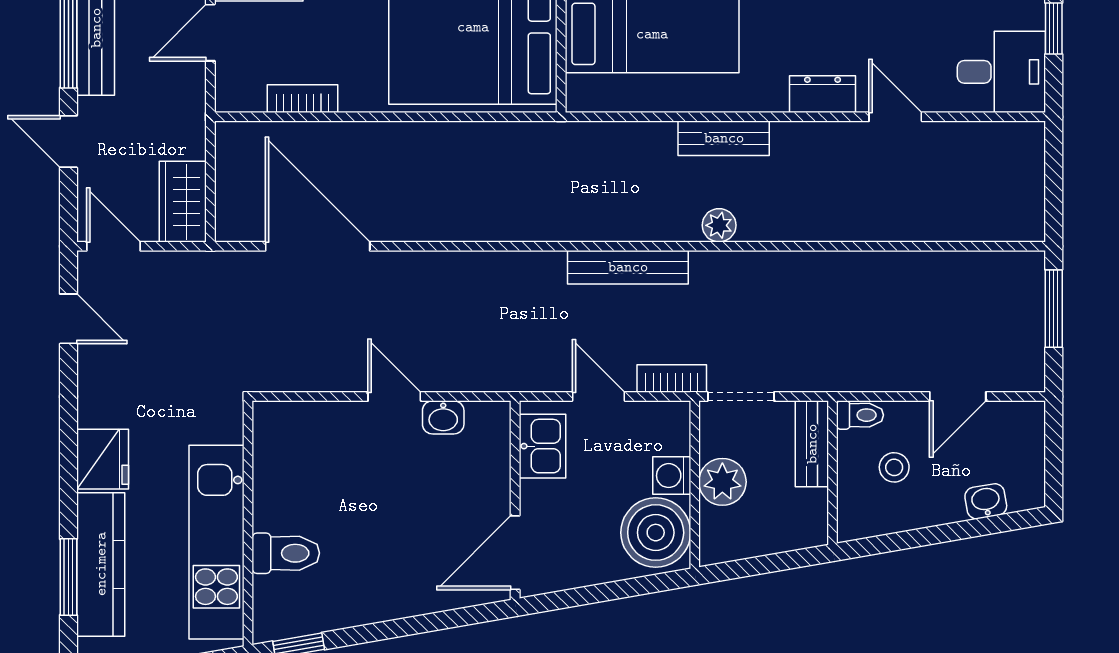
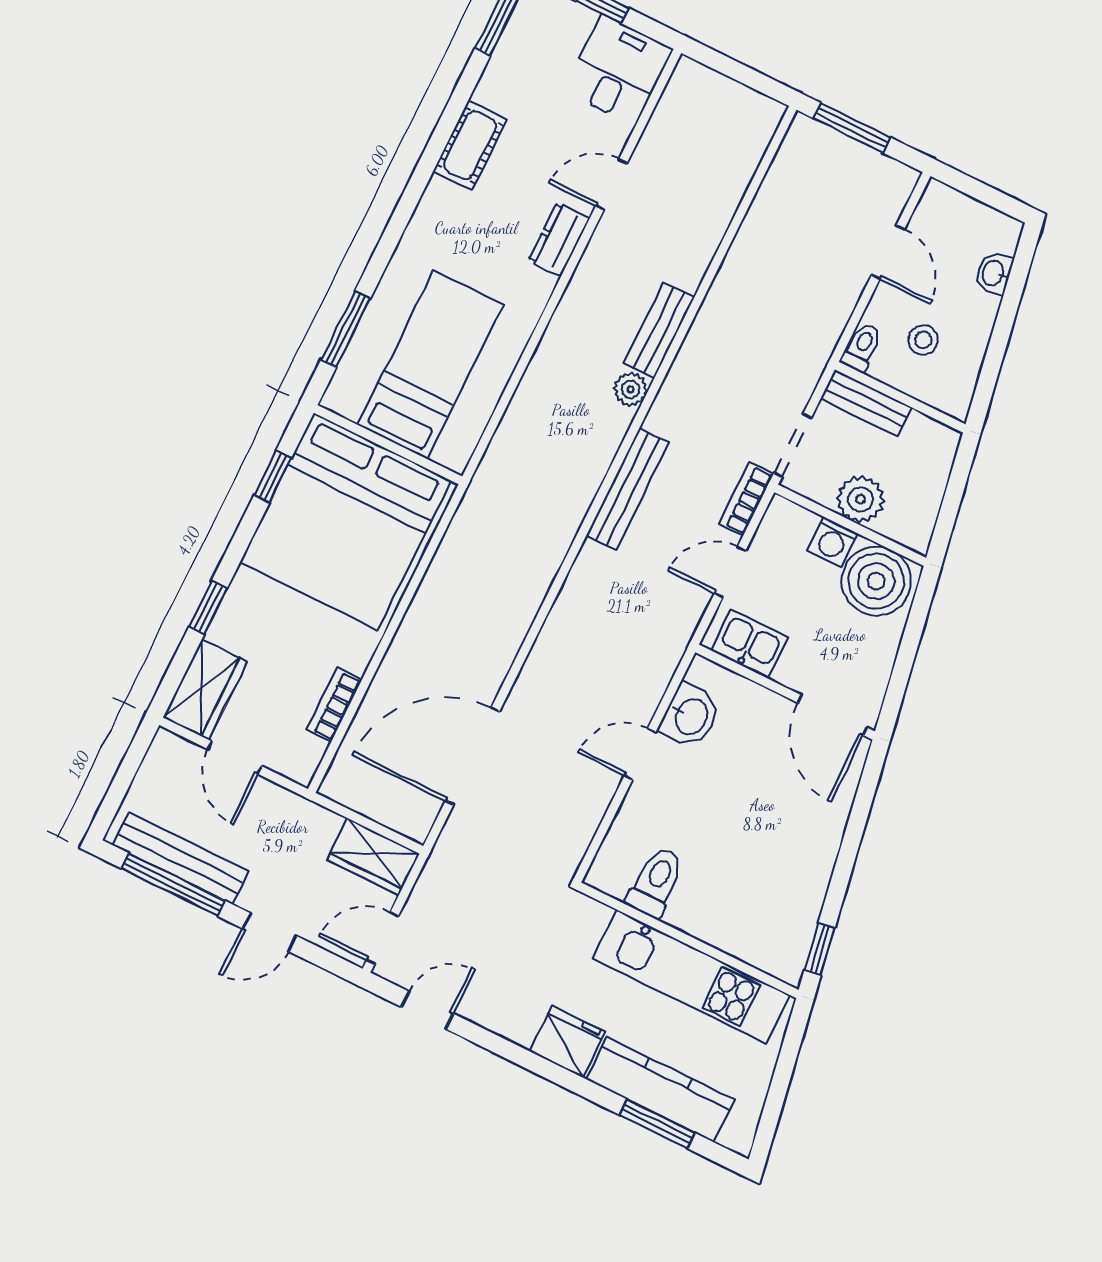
bench: (724, 138) -> (659, 331), moved
washbasin: (443, 417) -> (690, 716), width x1.38, depth x1.45
toilet: (286, 553) -> (656, 882), moved

